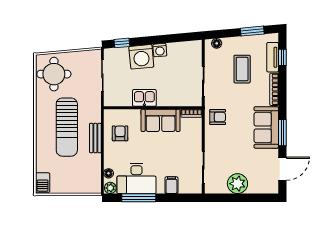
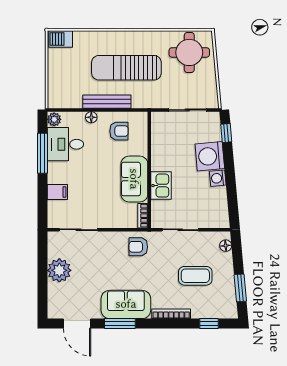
tv unit: (273, 57) -> (209, 312), removed
kitchen sink: (144, 98) -> (161, 186), moved
armchair: (218, 117) -> (138, 247), turned 90
bench: (95, 138) -> (107, 102), width x1.36
floor lamp: (109, 173) -> (91, 117), moved
desk: (136, 178) -> (65, 144), width x0.73

